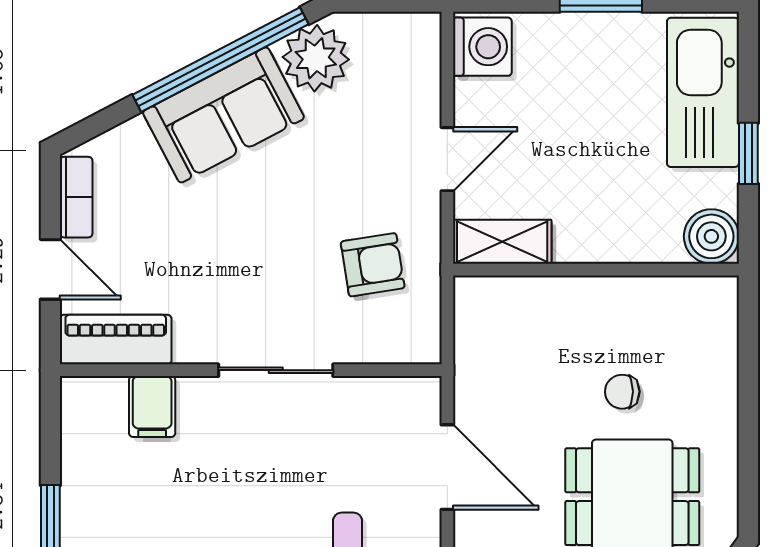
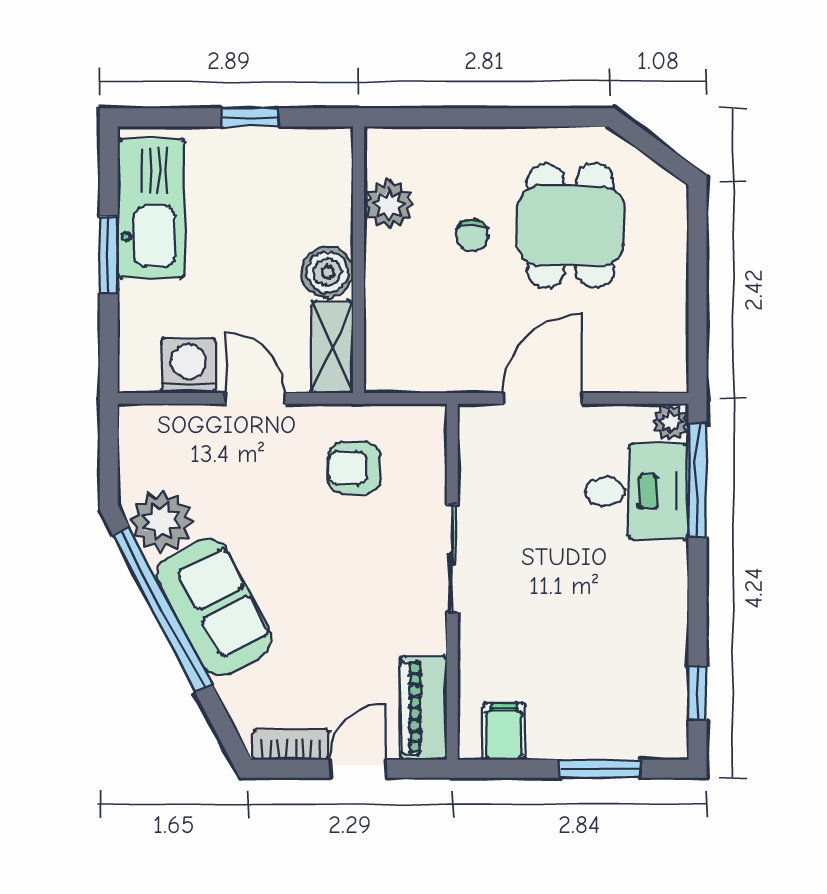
washing machine: (482, 47) -> (189, 366), moved
kitchen sink: (703, 92) -> (151, 209), moved, turned -90
boiler: (711, 236) -> (327, 272), moved
armchair: (373, 265) -> (354, 468), turned -81
plant: (655, 302) -> (389, 204), added
filing cabinet: (152, 407) -> (504, 731), moved, turned -90

